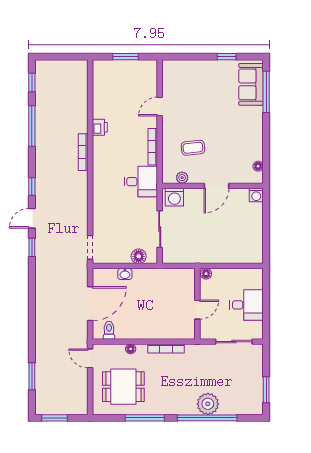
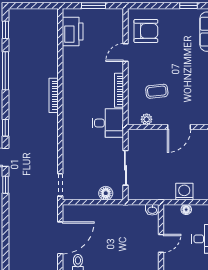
armchair: (181, 84) -> (146, 31), added
printer: (100, 127) -> (73, 32), moved, width x1.87, depth x1.48
washing machine: (174, 197) -> (184, 192), moved, turned 180
washbasin: (125, 274) -> (152, 210), moved
floor lamp: (206, 274) -> (186, 210), moved

